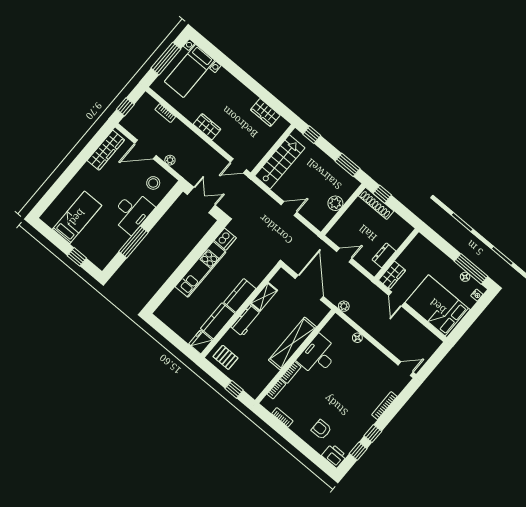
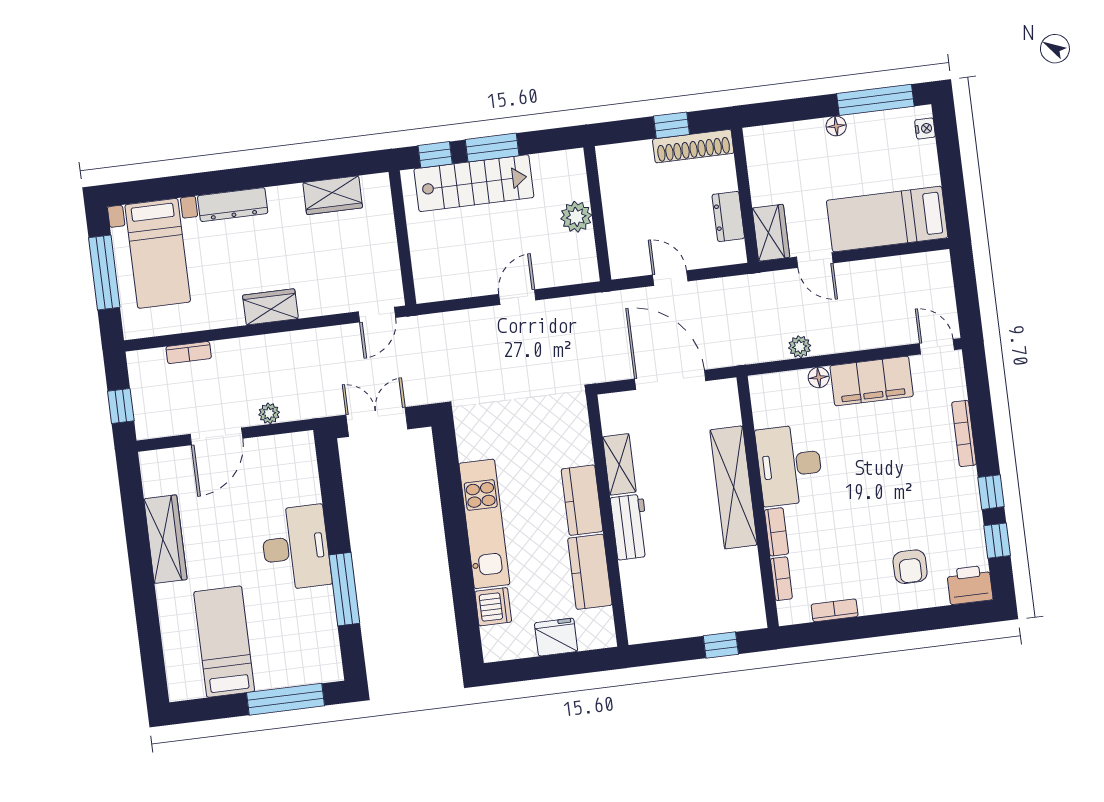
dresser: (230, 81) -> (233, 205), added
wardrobe: (106, 150) -> (165, 539), moved
stairs: (280, 162) -> (474, 183), moved, turned 90
window: (347, 165) -> (492, 148), moved
stool: (153, 183) -> (281, 473), removed
window: (382, 194) -> (671, 125), moved
shoe rack: (376, 203) -> (693, 146), moved
dishwasher: (225, 239) -> (493, 607), moved
door: (344, 255) -> (670, 278), hinge flipped
window: (77, 257) -> (285, 699), width x2.17
floor lamp: (465, 277) -> (836, 126), moved
plant: (344, 306) -> (800, 347), moved
bed: (438, 306) -> (887, 219), width x0.67
fridge: (201, 342) -> (556, 637), moved, turned 90
pallet: (226, 357) -> (658, 612), removed
filing cabinet: (373, 357) -> (872, 381), added
door: (406, 369) -> (937, 347), hinge flipped
armchair: (321, 429) -> (910, 567), turned -90

